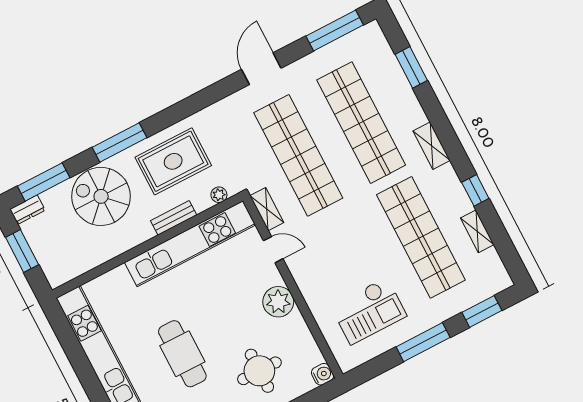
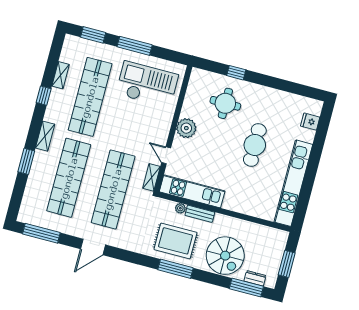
window: (411, 67) -> (26, 161), moved
window: (119, 142) -> (176, 269), moved
plant: (219, 195) -> (180, 208), moved
dresser: (27, 210) -> (255, 278), moved
kitchen unit: (190, 244) -> (192, 191), width x0.73
checkout: (369, 311) -> (147, 84), width x1.36, depth x1.21
water cooler: (322, 374) -> (197, 74), removed

